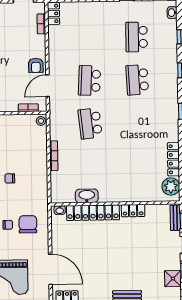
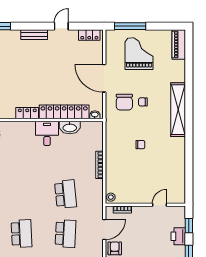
desk: (111, 189) -> (47, 133), added
door: (50, 269) -> (104, 78), moved

